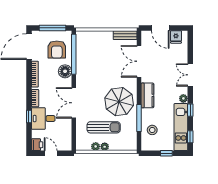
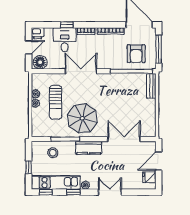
bench: (125, 35) -> (151, 86), moved
armchair: (57, 50) -> (136, 54), turned -90
floor lamp: (65, 71) -> (40, 62), moved

